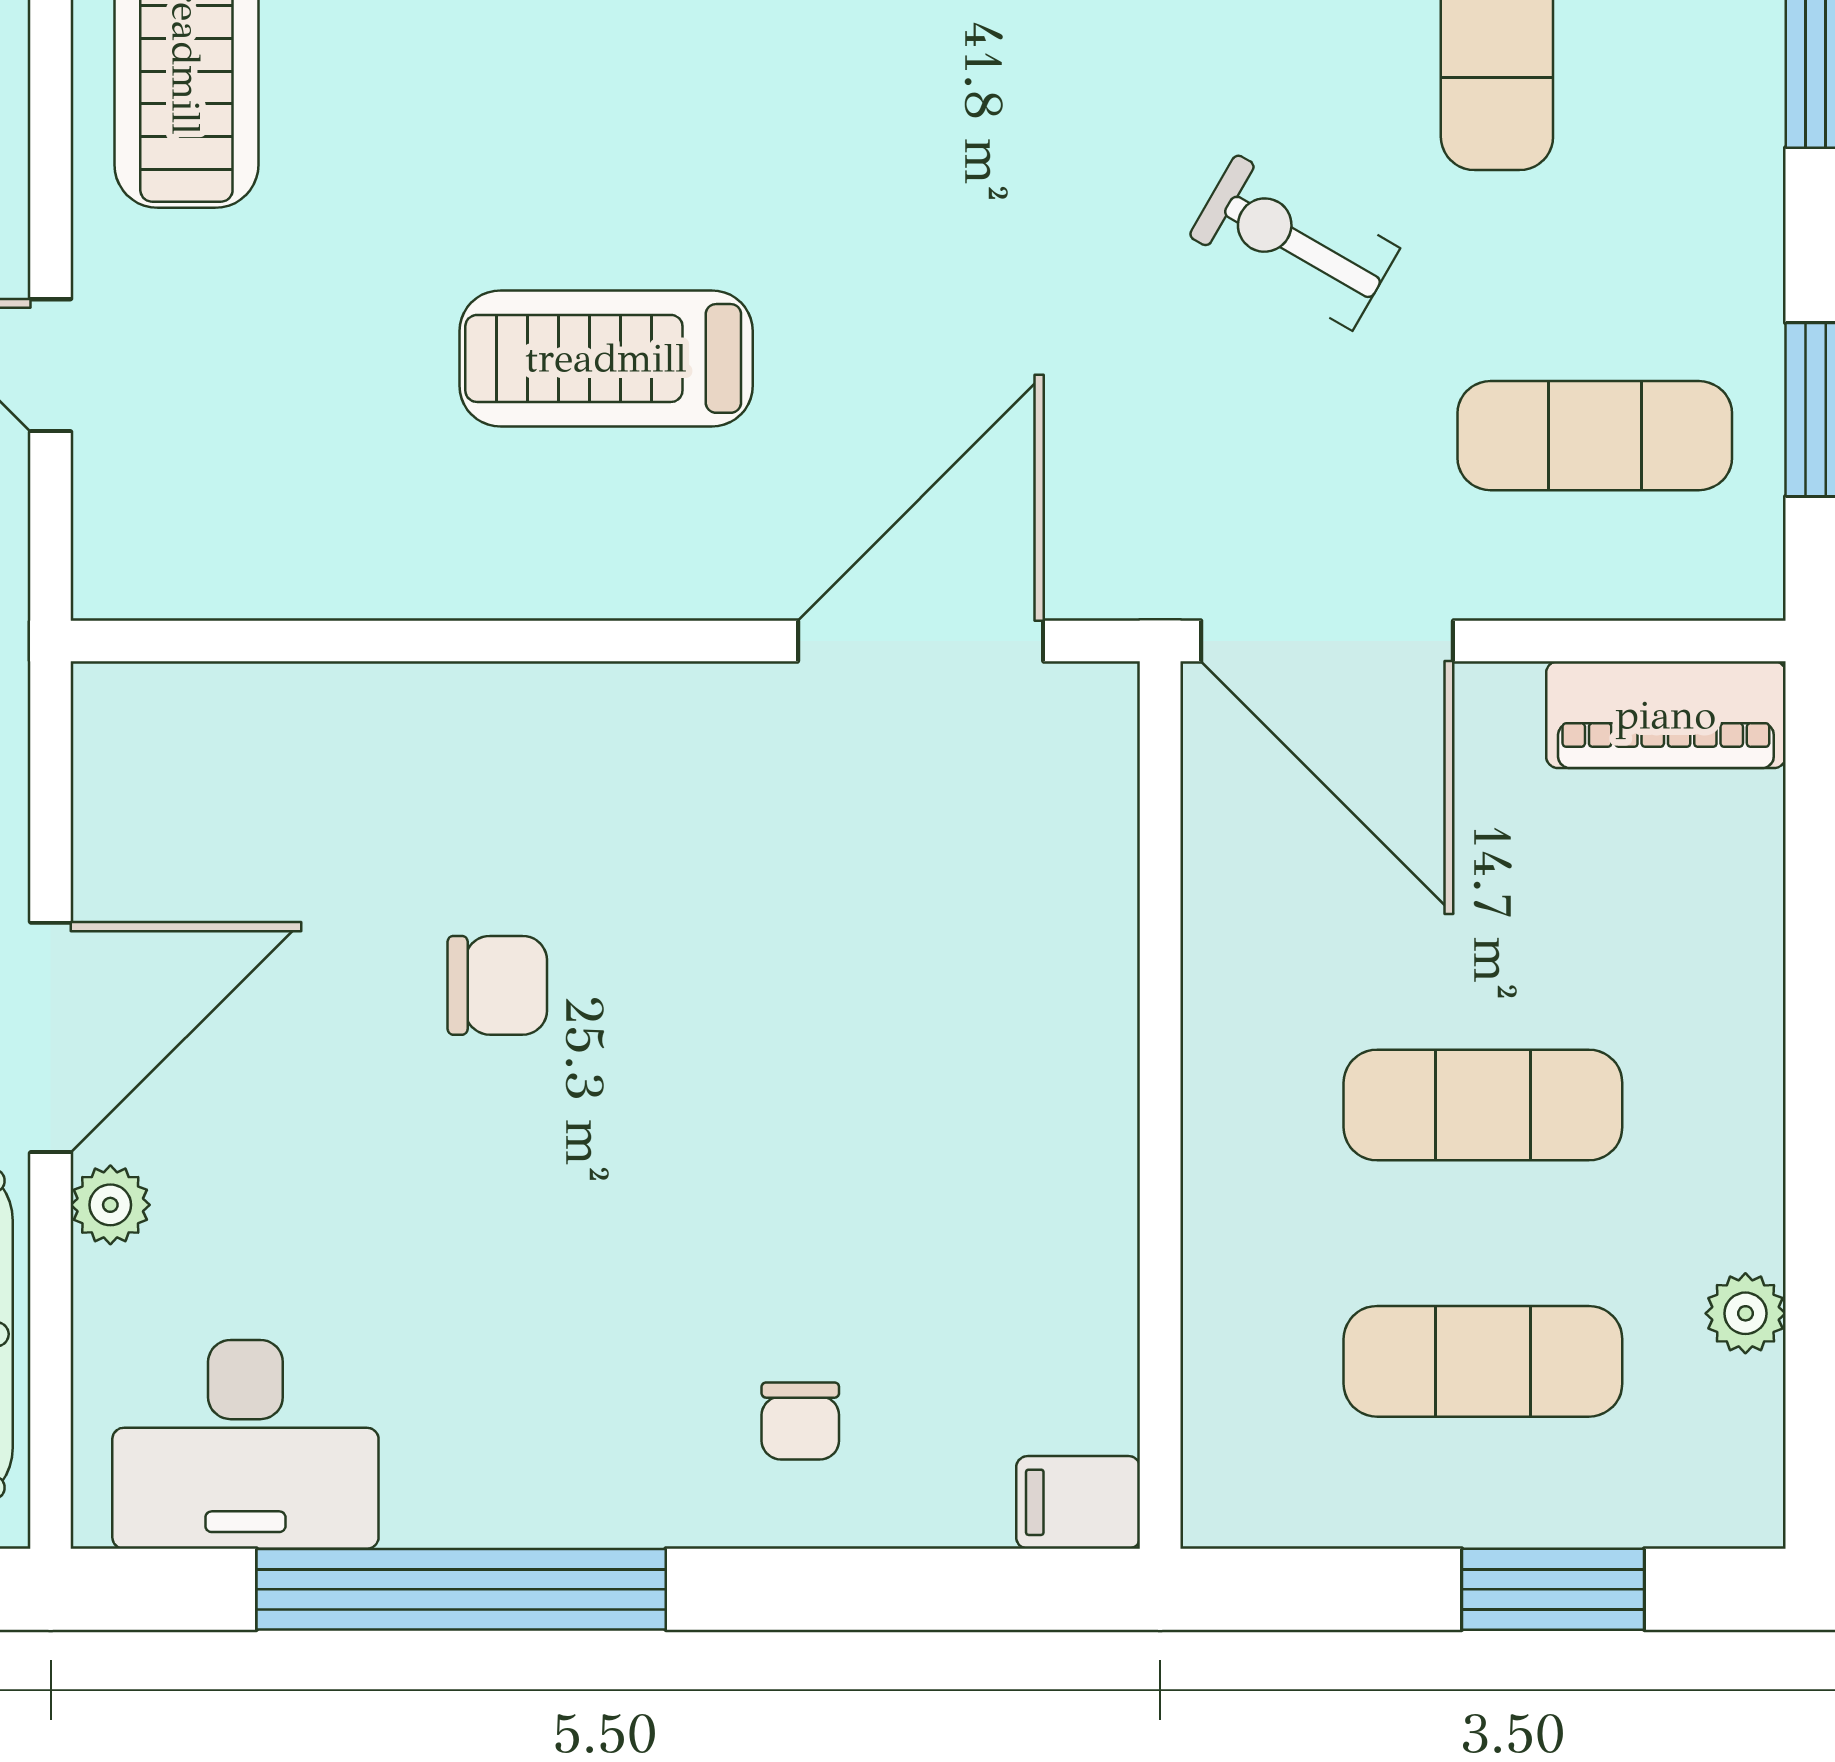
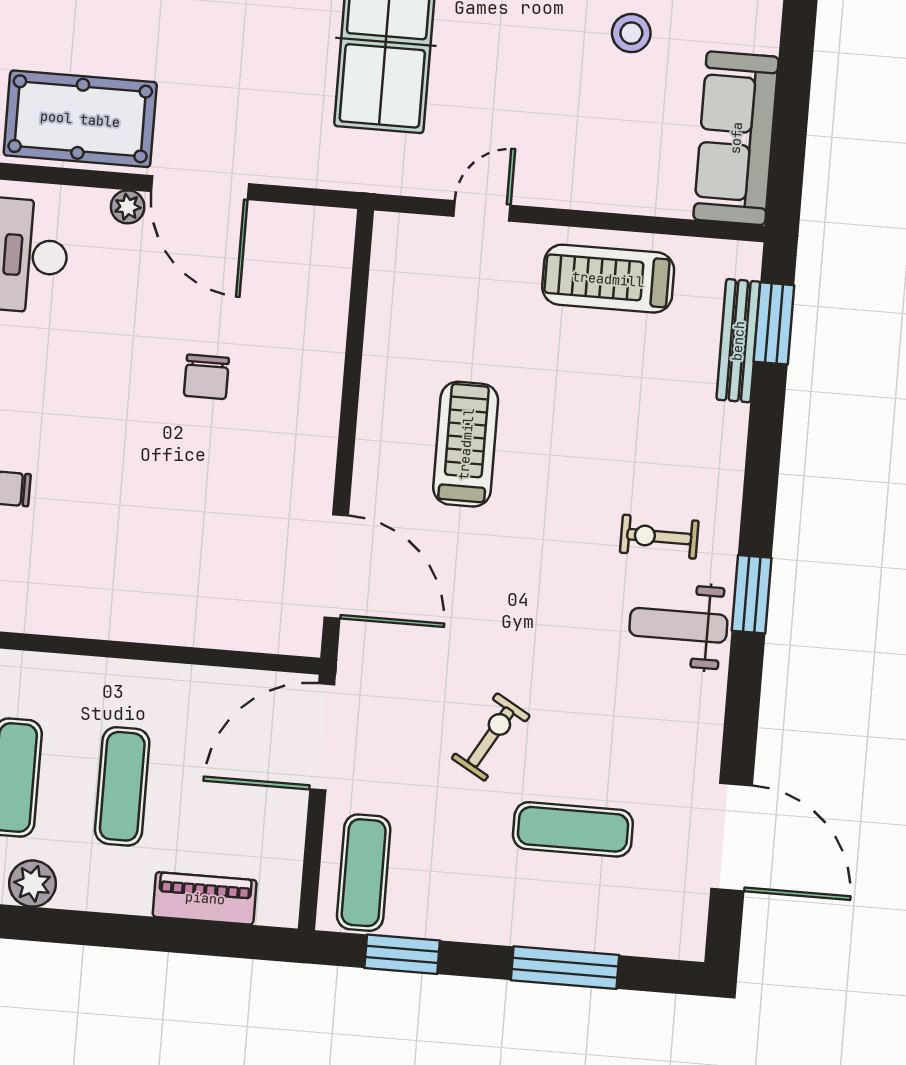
exercise mat: (1595, 436) -> (364, 873), moved
piano: (1666, 715) -> (205, 898), moved, turned 90
plant: (1745, 1313) -> (32, 884), width x1.38, depth x1.38

